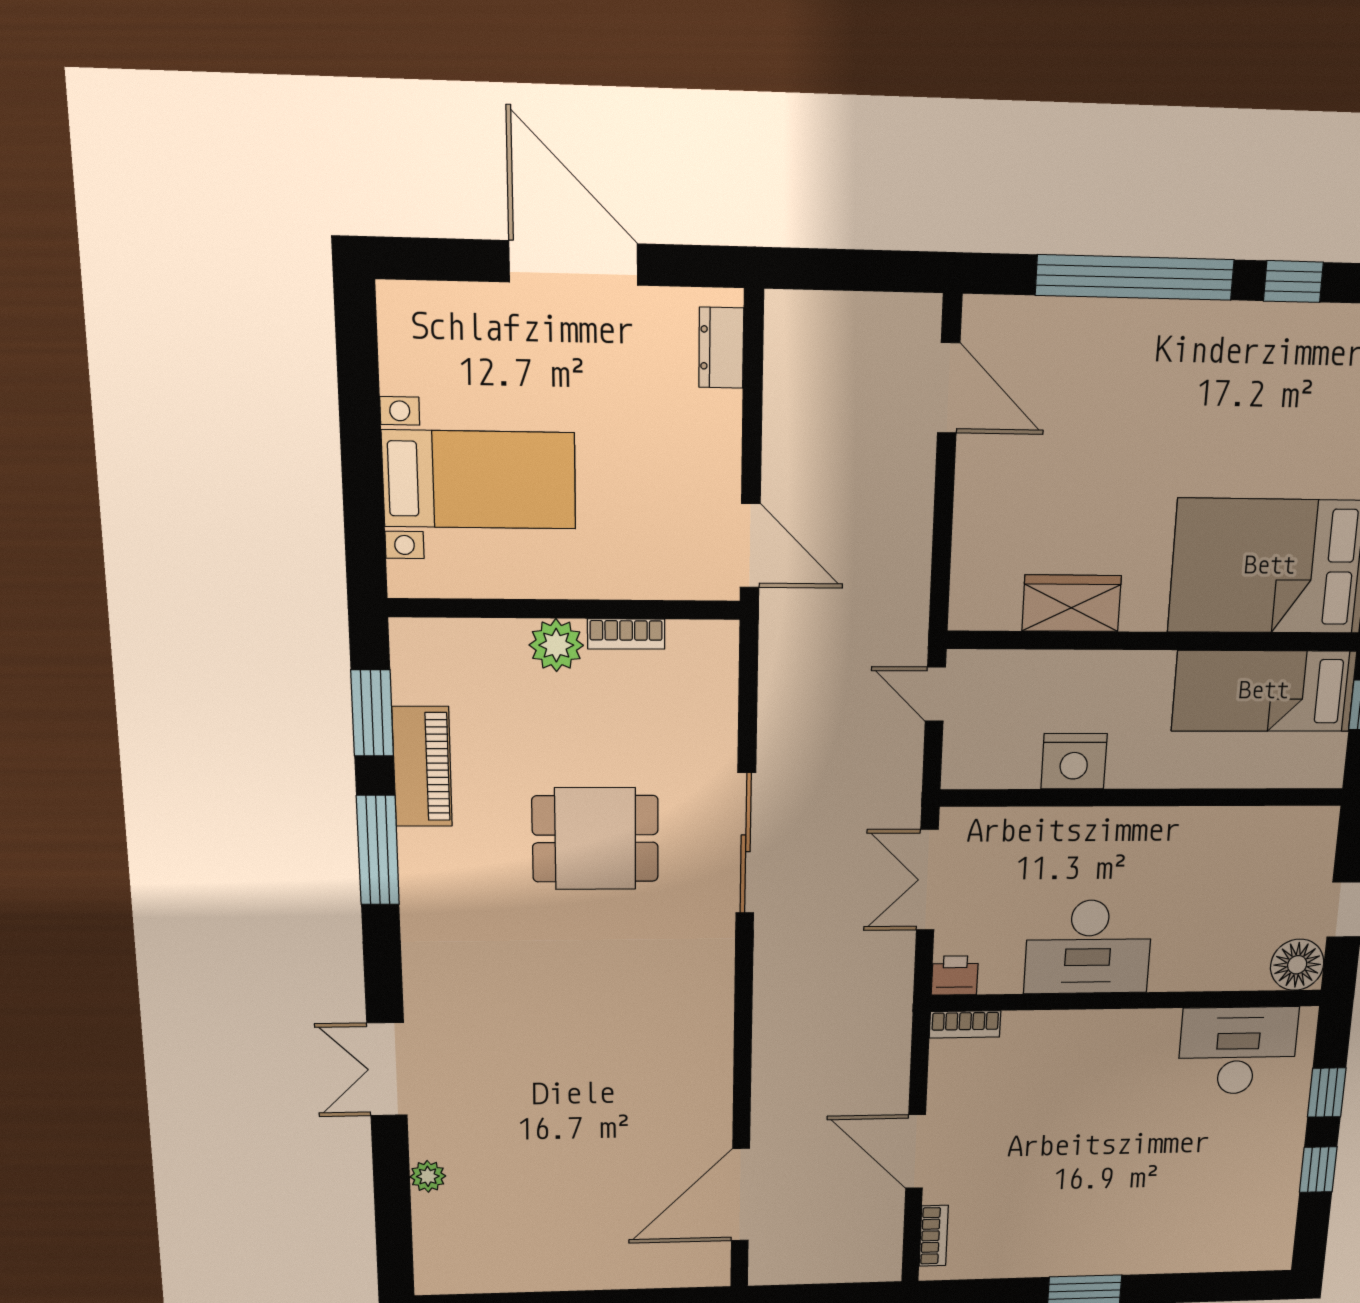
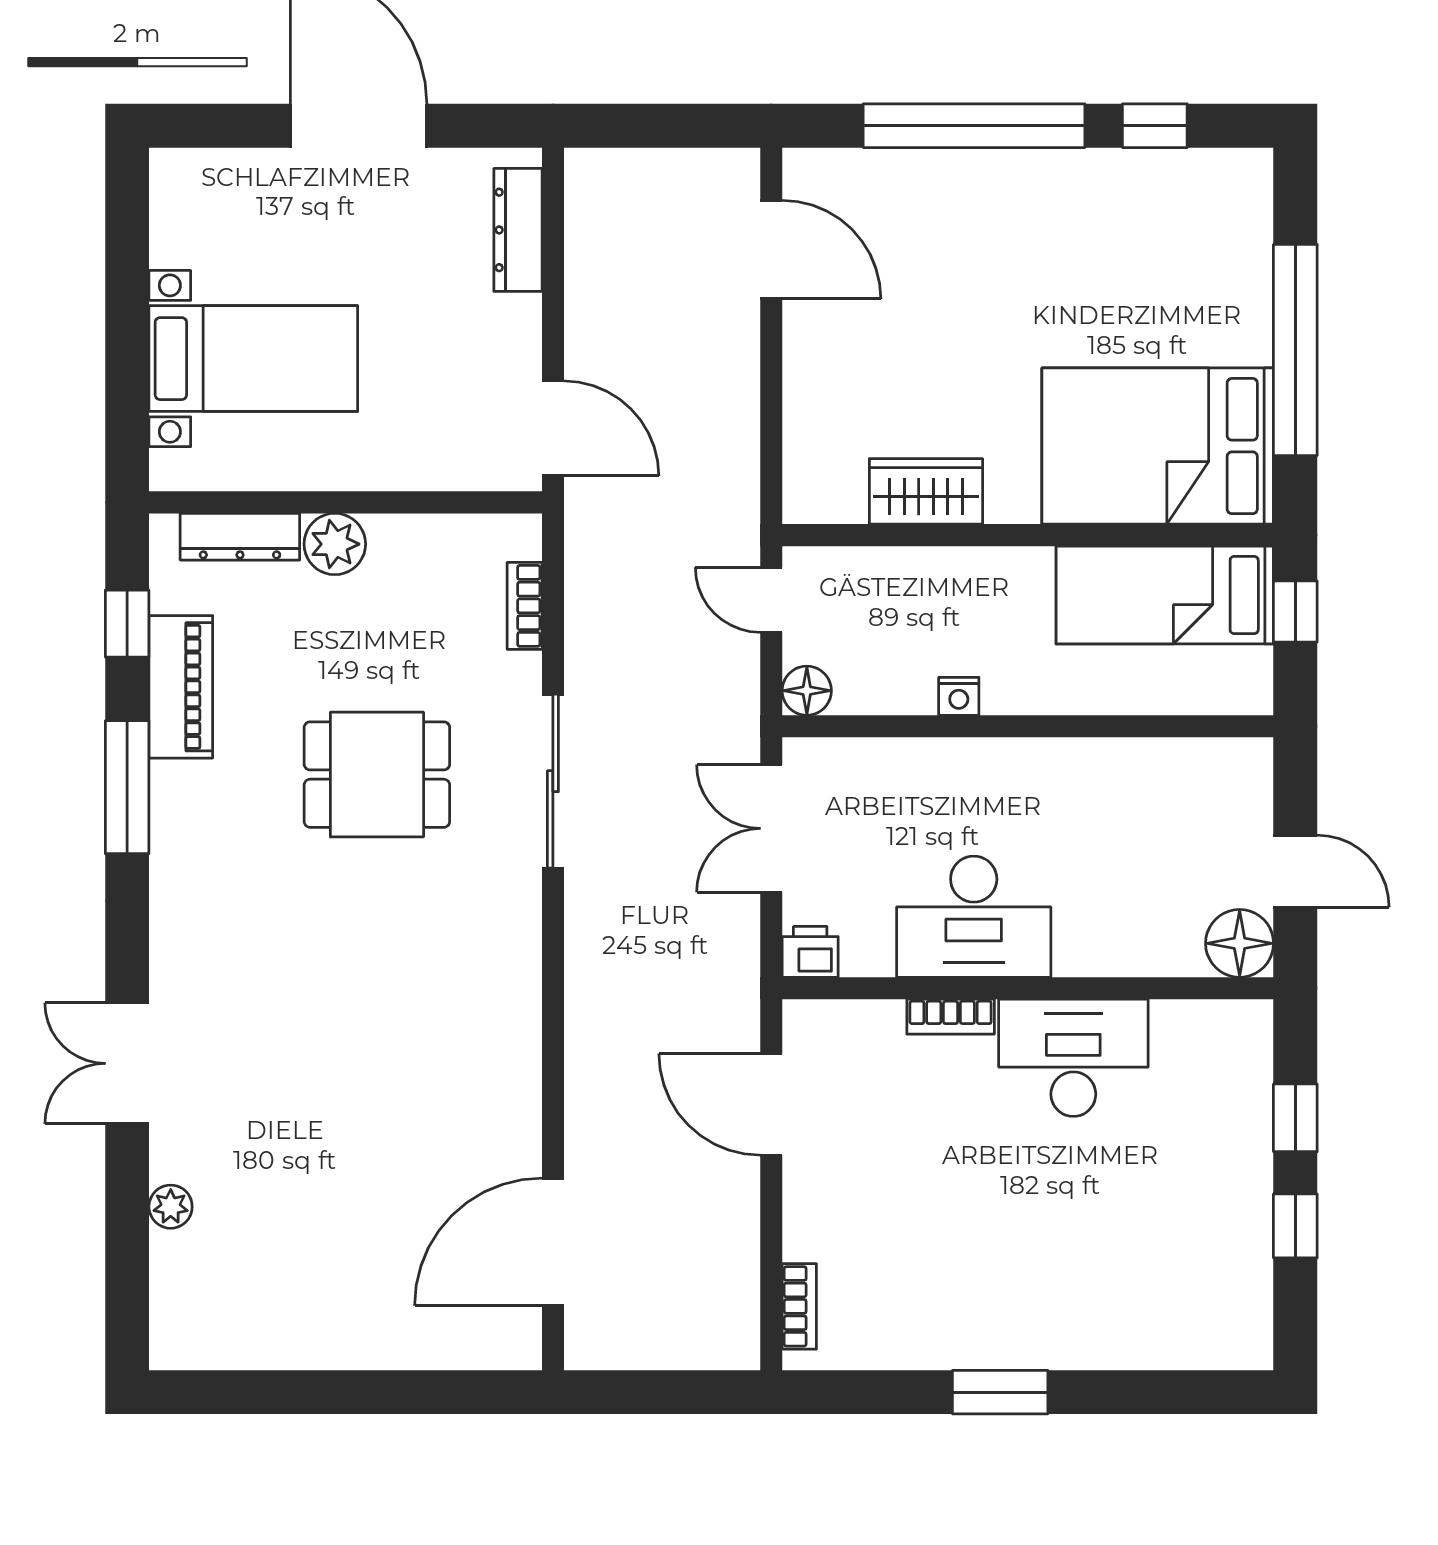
dresser: (721, 348) -> (518, 230), width x1.44
bookcase: (626, 634) -> (525, 606), moved, turned 90
dresser: (471, 638) -> (240, 537), added
window: (372, 713) -> (127, 624), width x0.67
nightstand: (1074, 761) -> (959, 696), width x0.53, depth x0.56
floor lamp: (962, 769) -> (807, 691), added
bookcase: (965, 1024) -> (951, 1017), moved
desk: (1237, 1051) -> (1073, 1058), moved
door: (916, 1151) -> (771, 1104), moved

